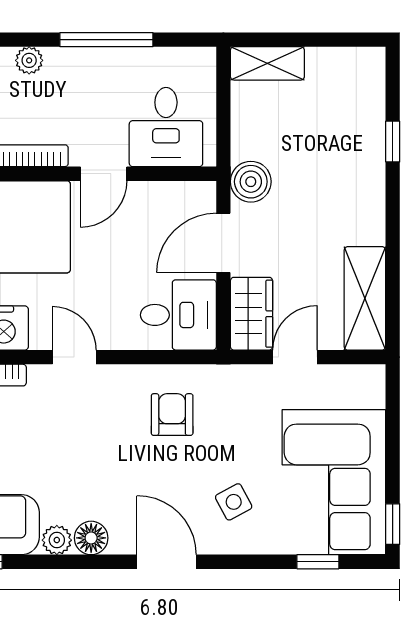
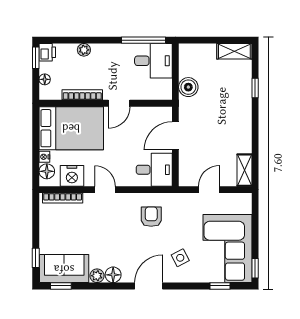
window: (106, 40) -> (144, 40), moved
shelving: (267, 63) -> (234, 51), moved
desk: (166, 127) -> (153, 61), moved, turned -90
boiler: (251, 182) -> (188, 87), moved
shelving: (365, 298) -> (245, 170), width x0.67, depth x0.75
wardrobe: (252, 314) -> (189, 169), removed
door: (167, 562) -> (149, 286), hinge flipped

